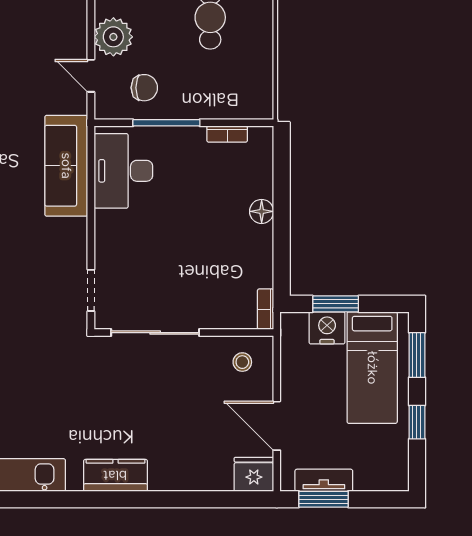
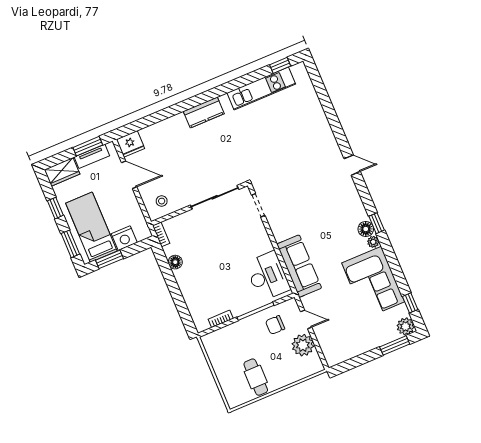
floor lamp: (262, 211) -> (175, 262), moved
window: (336, 304) -> (109, 259), moved
wardrobe: (382, 476) -> (62, 172), added

